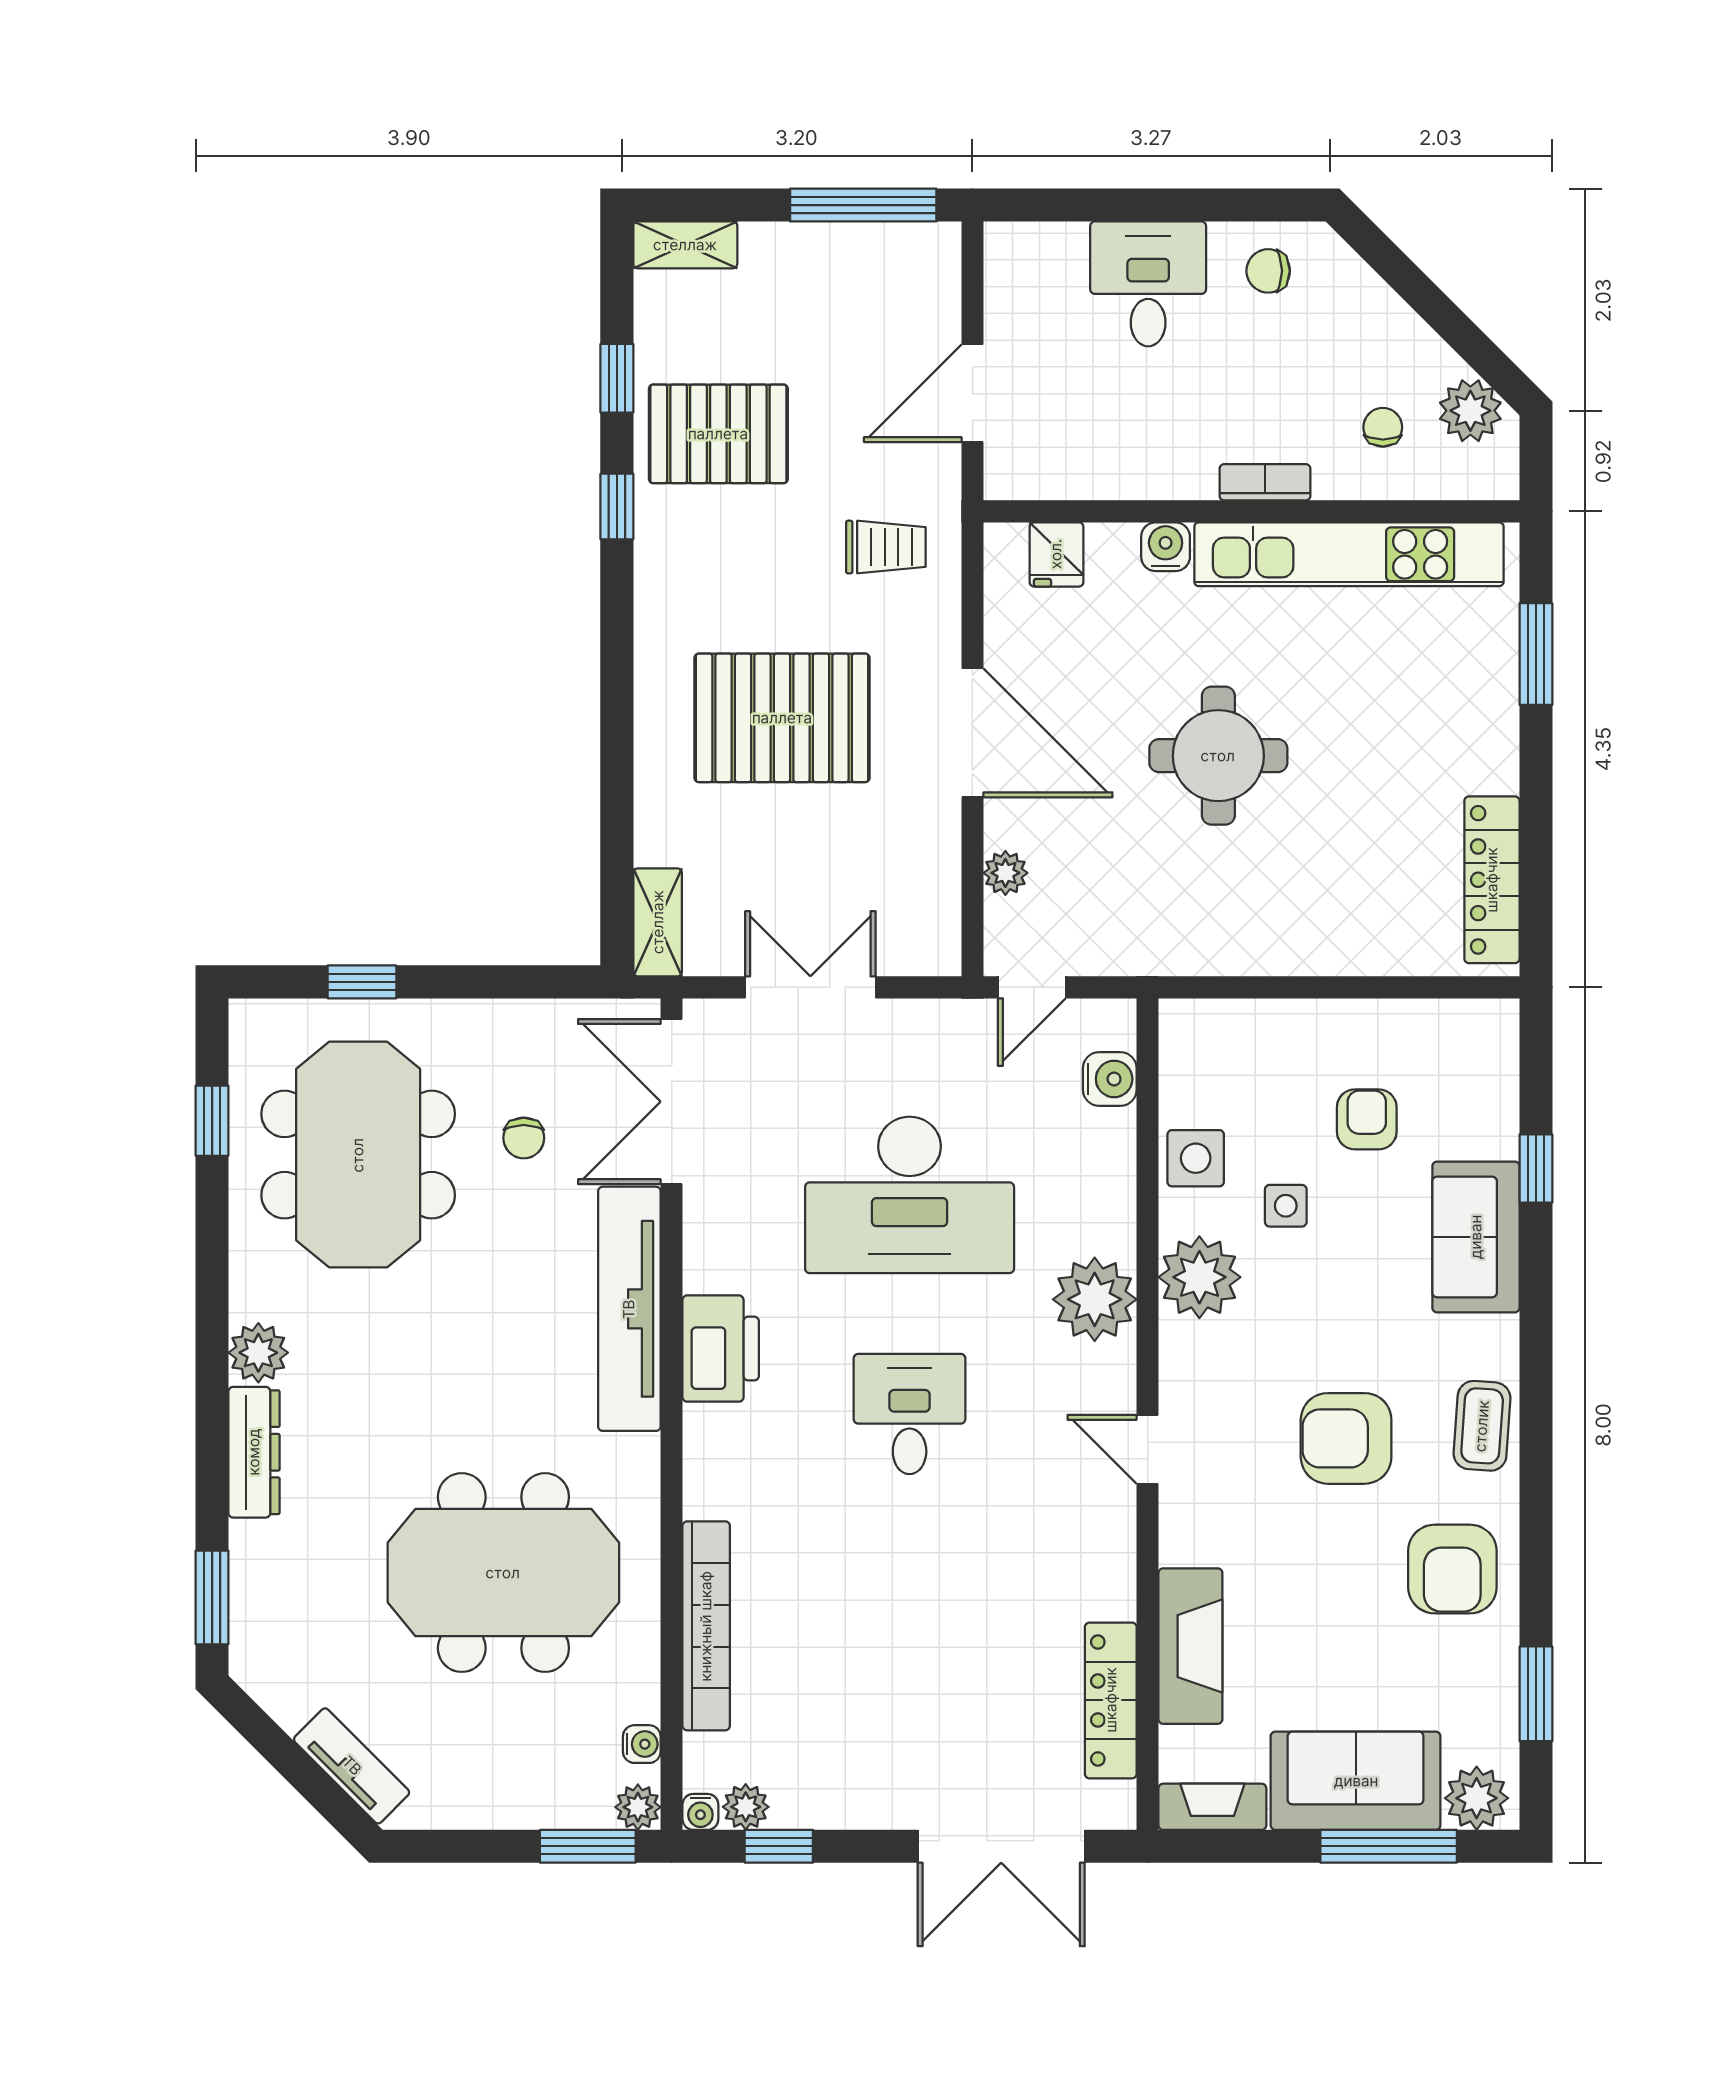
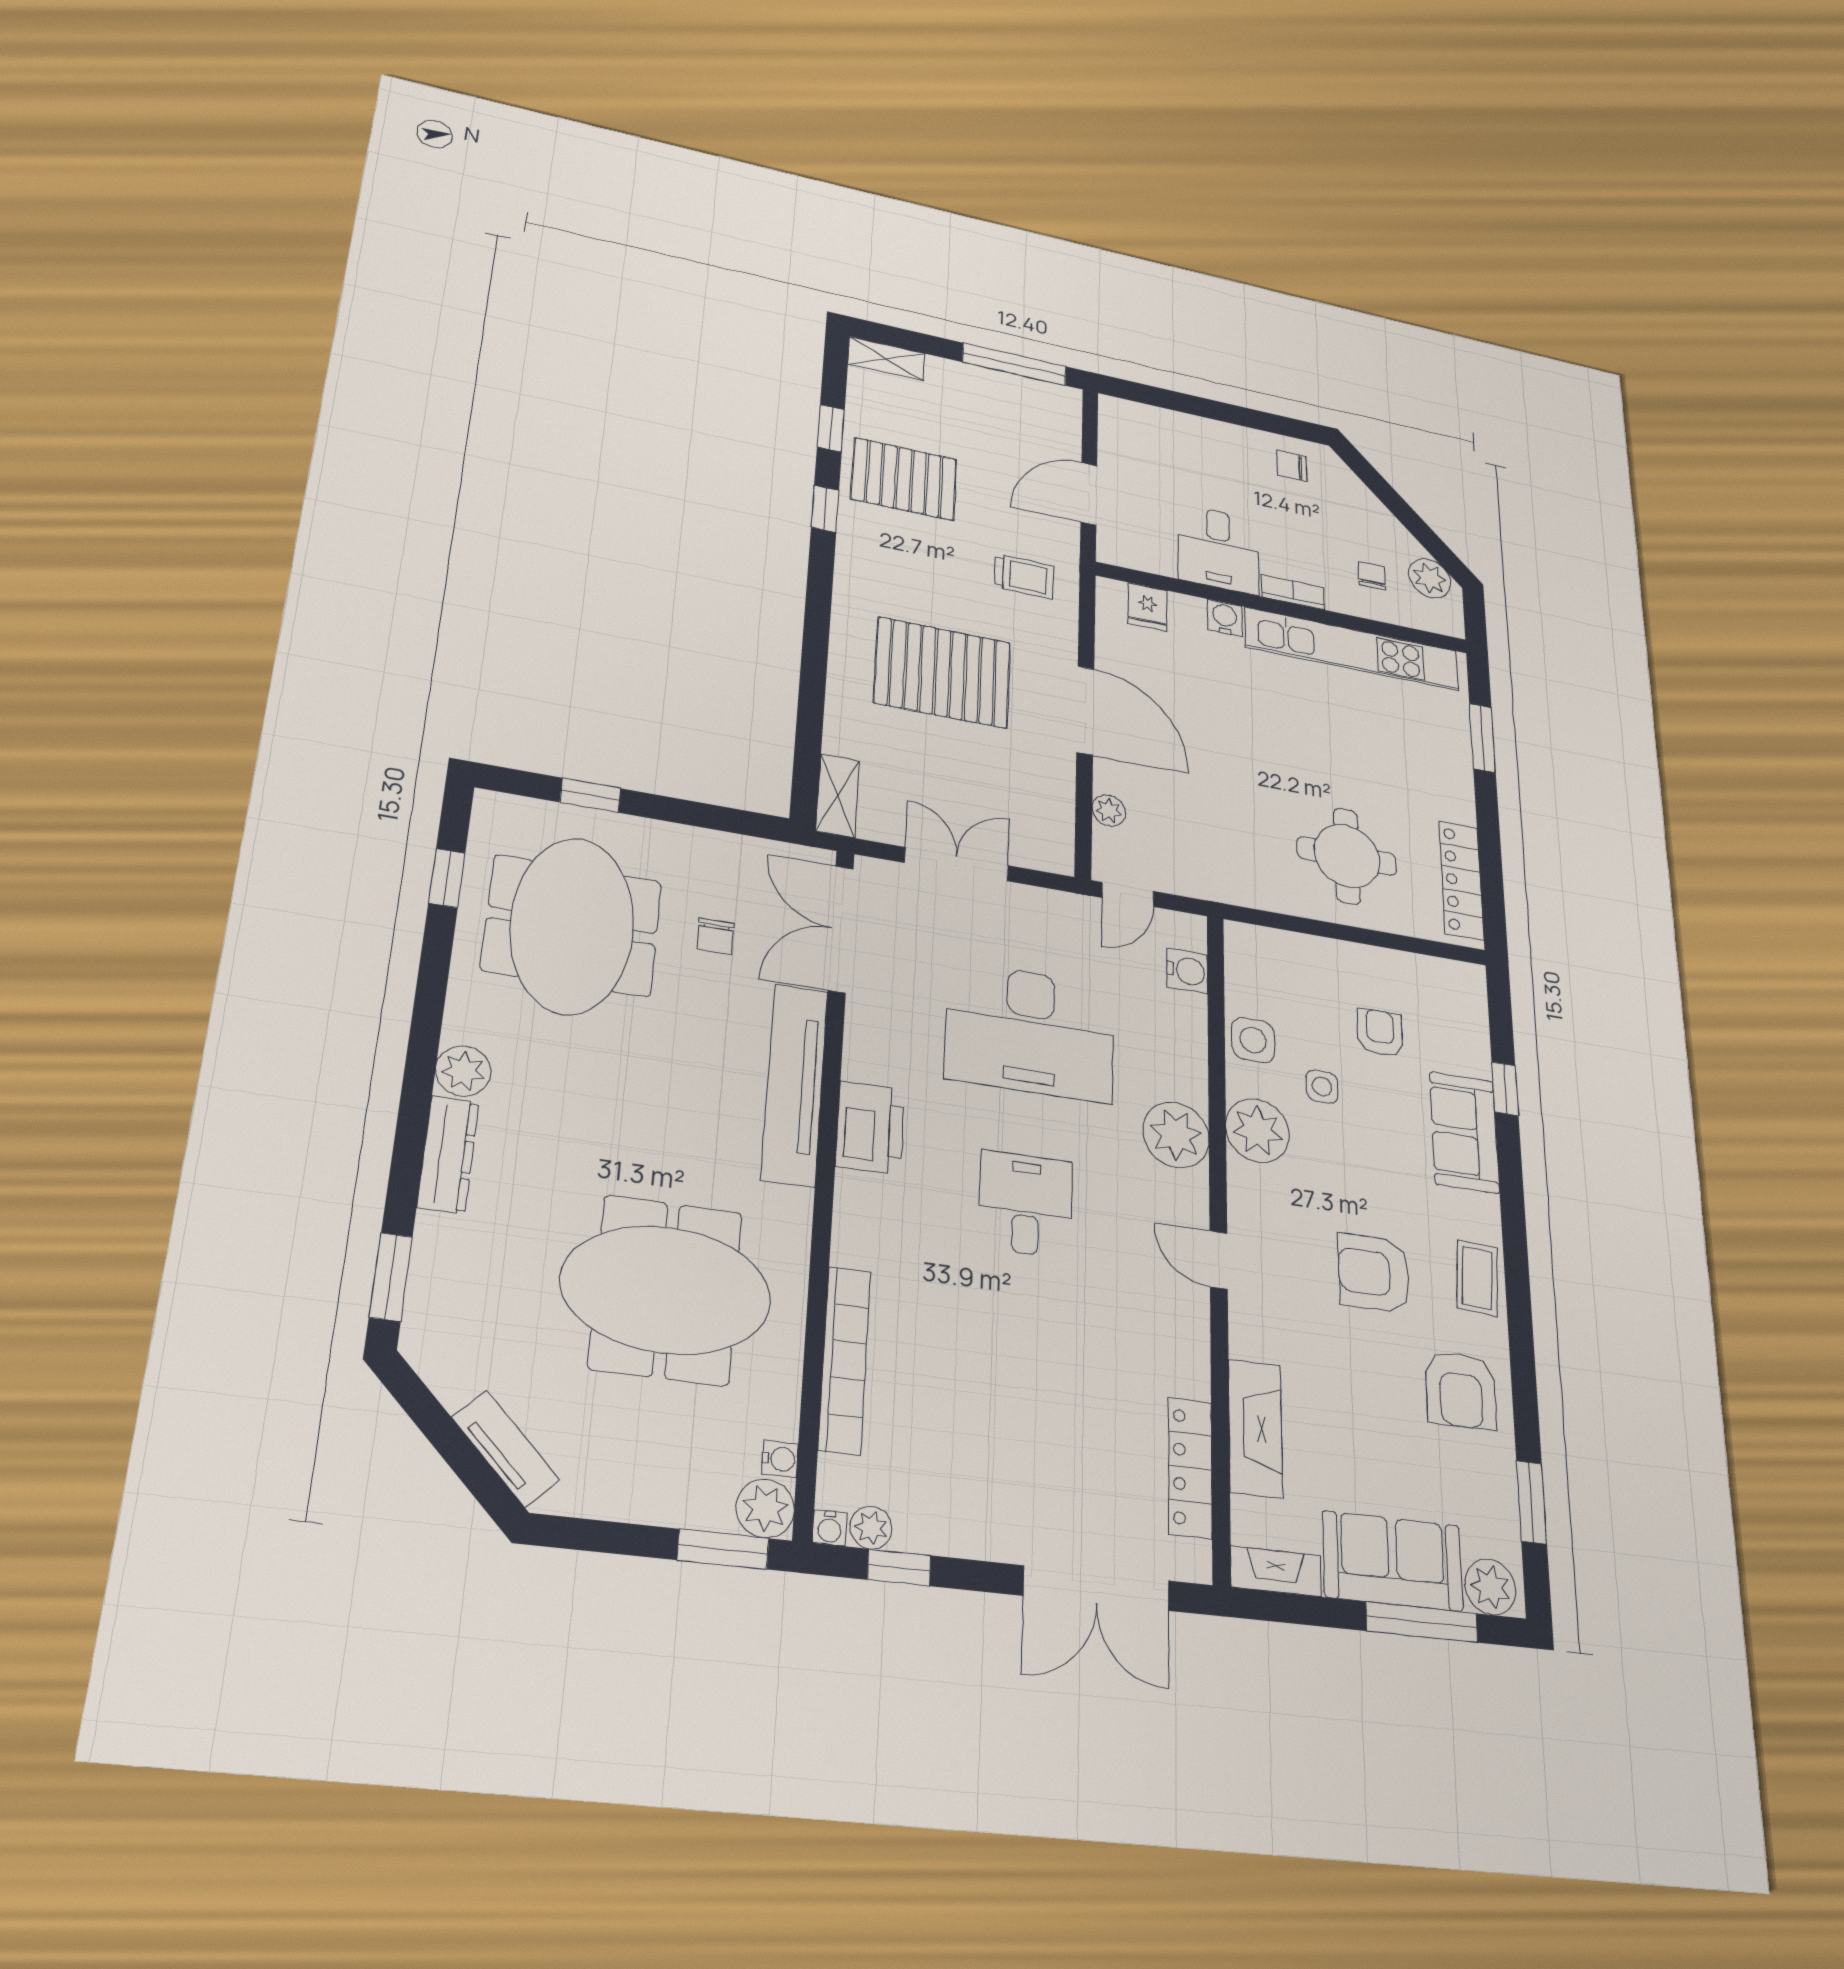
desk: (1148, 284) -> (1218, 549), moved, turned 180
round table: (1218, 756) -> (1347, 856), moved
plant: (638, 1807) -> (765, 1508), width x1.38, depth x1.38

